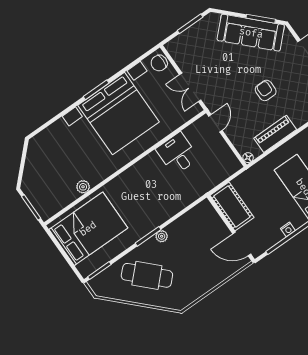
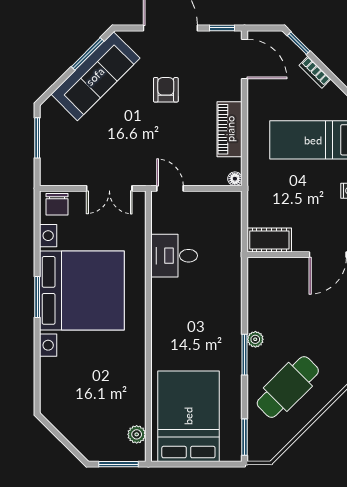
armchair: (266, 90) -> (166, 90), moved, turned 90
plant: (83, 187) -> (137, 434), moved
cot: (232, 206) -> (269, 240), width x0.73, depth x0.75

